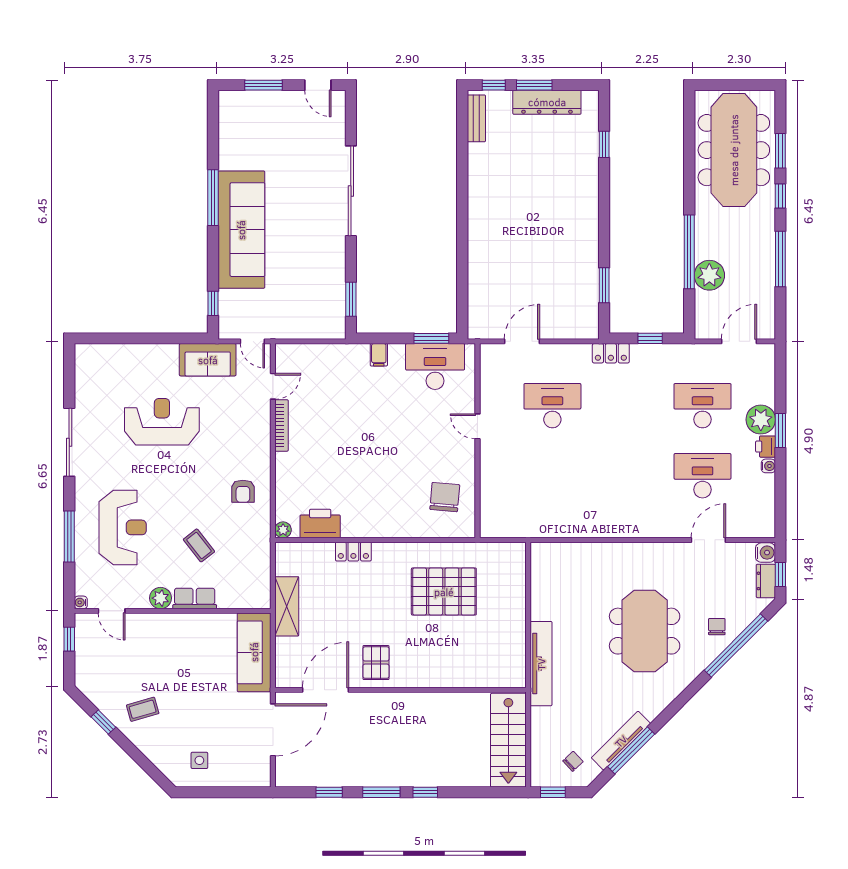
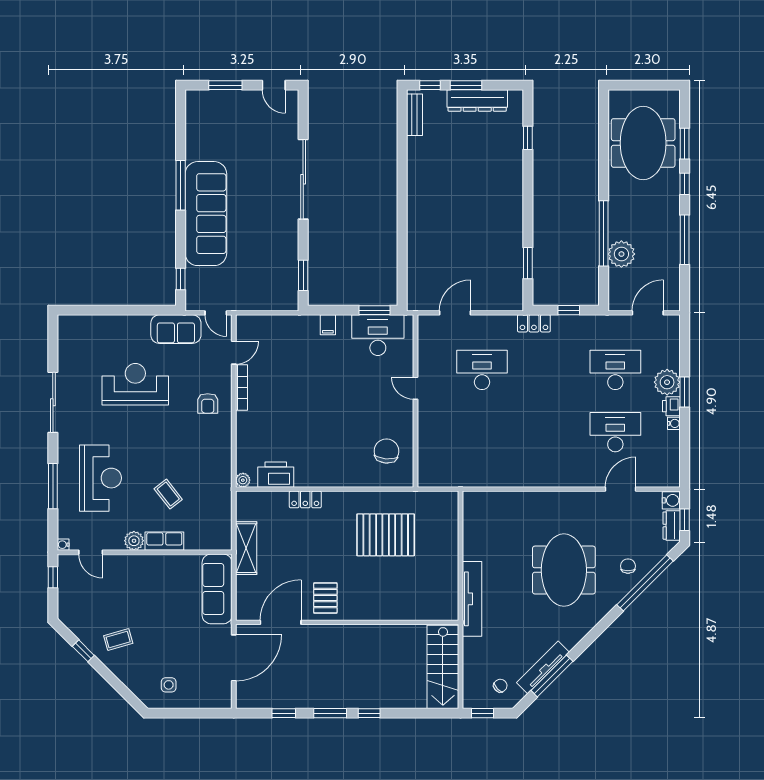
meeting table: (734, 150) -> (643, 143), width x0.73
armchair: (243, 491) -> (208, 403), moved

